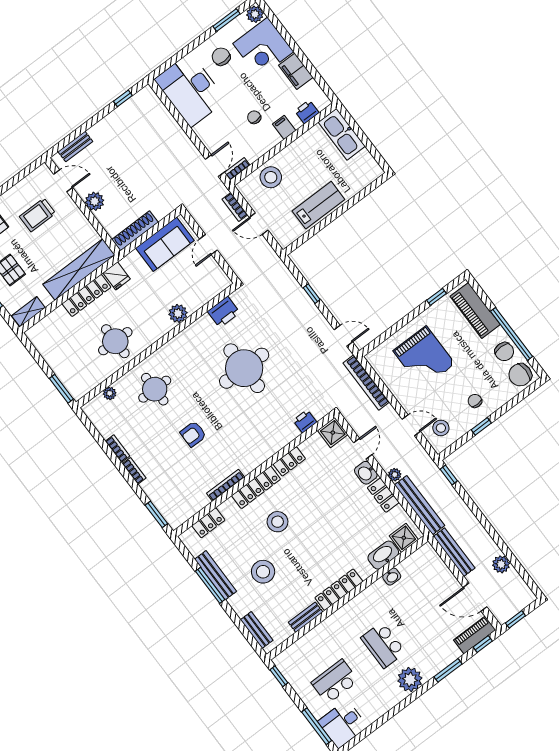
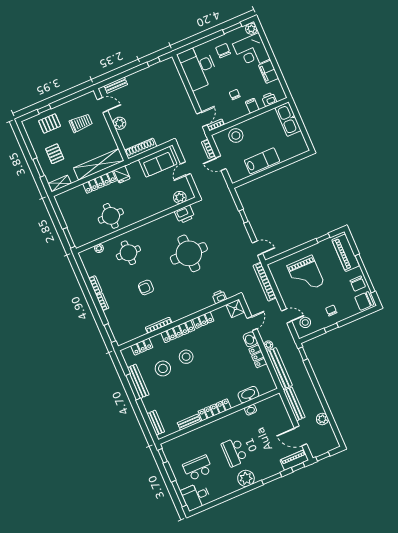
trolley: (37, 215) -> (81, 123), turned 180
plant: (178, 313) -> (180, 197), moved
shower: (404, 538) -> (264, 387), removed
stool: (263, 572) -> (163, 368), moved

